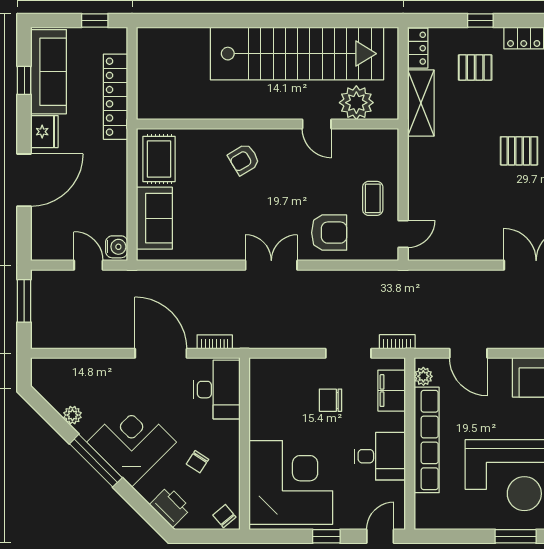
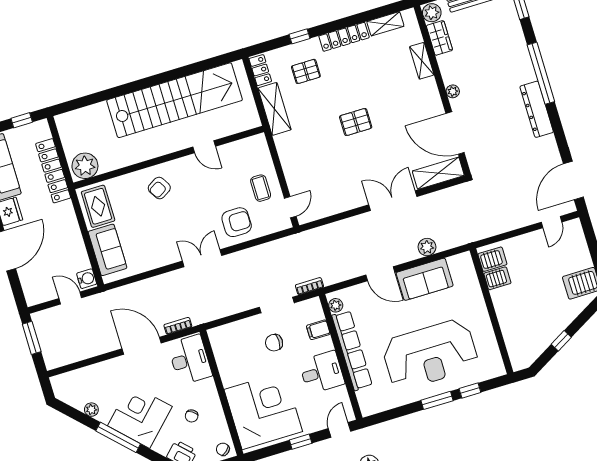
plant: (356, 103) -> (85, 166), moved
door: (468, 353) -> (380, 274), moved
filing cabinet: (392, 391) -> (318, 330), width x0.50

